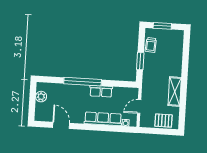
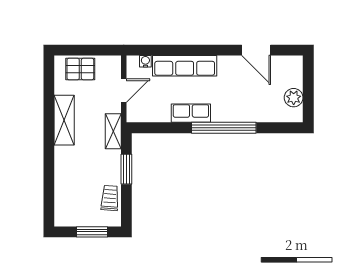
shelving: (147, 83) -> (113, 131), added

